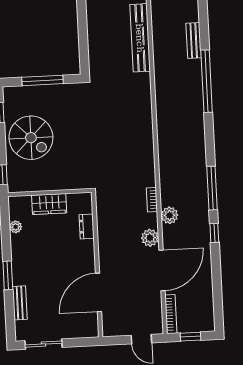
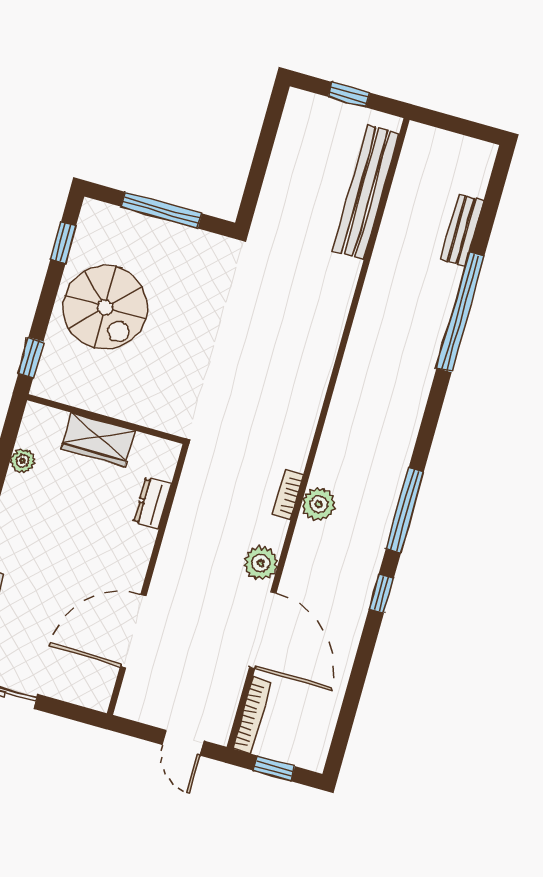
plant: (170, 215) -> (319, 504), moved
door: (162, 270) -> (263, 630), hinge flipped

